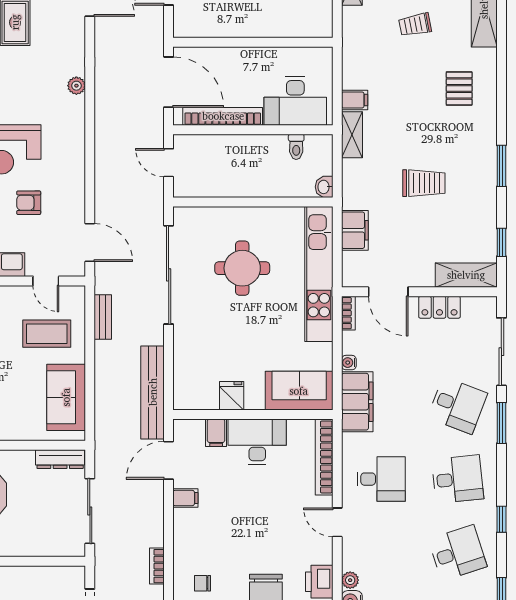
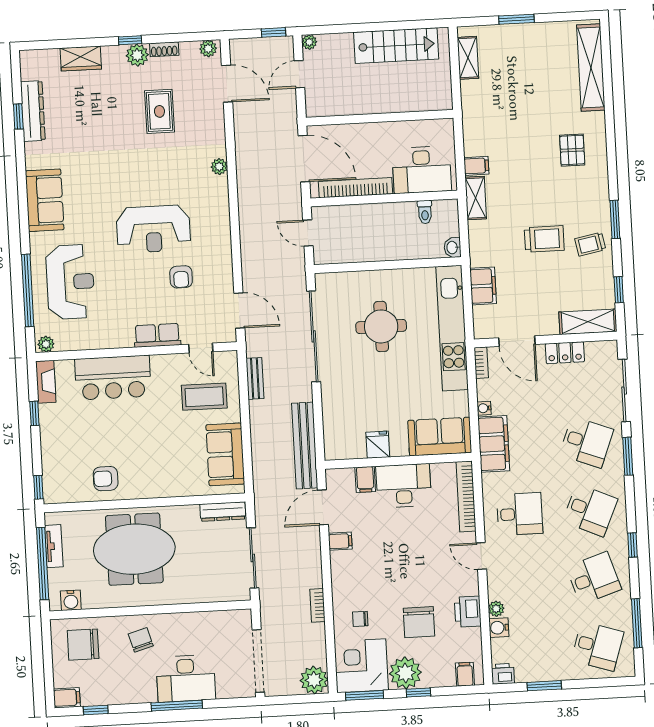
trolley: (415, 25) -> (590, 244), moved
armchair: (29, 203) -> (181, 277), turned -90
desk: (457, 479) -> (590, 510), turned 30

